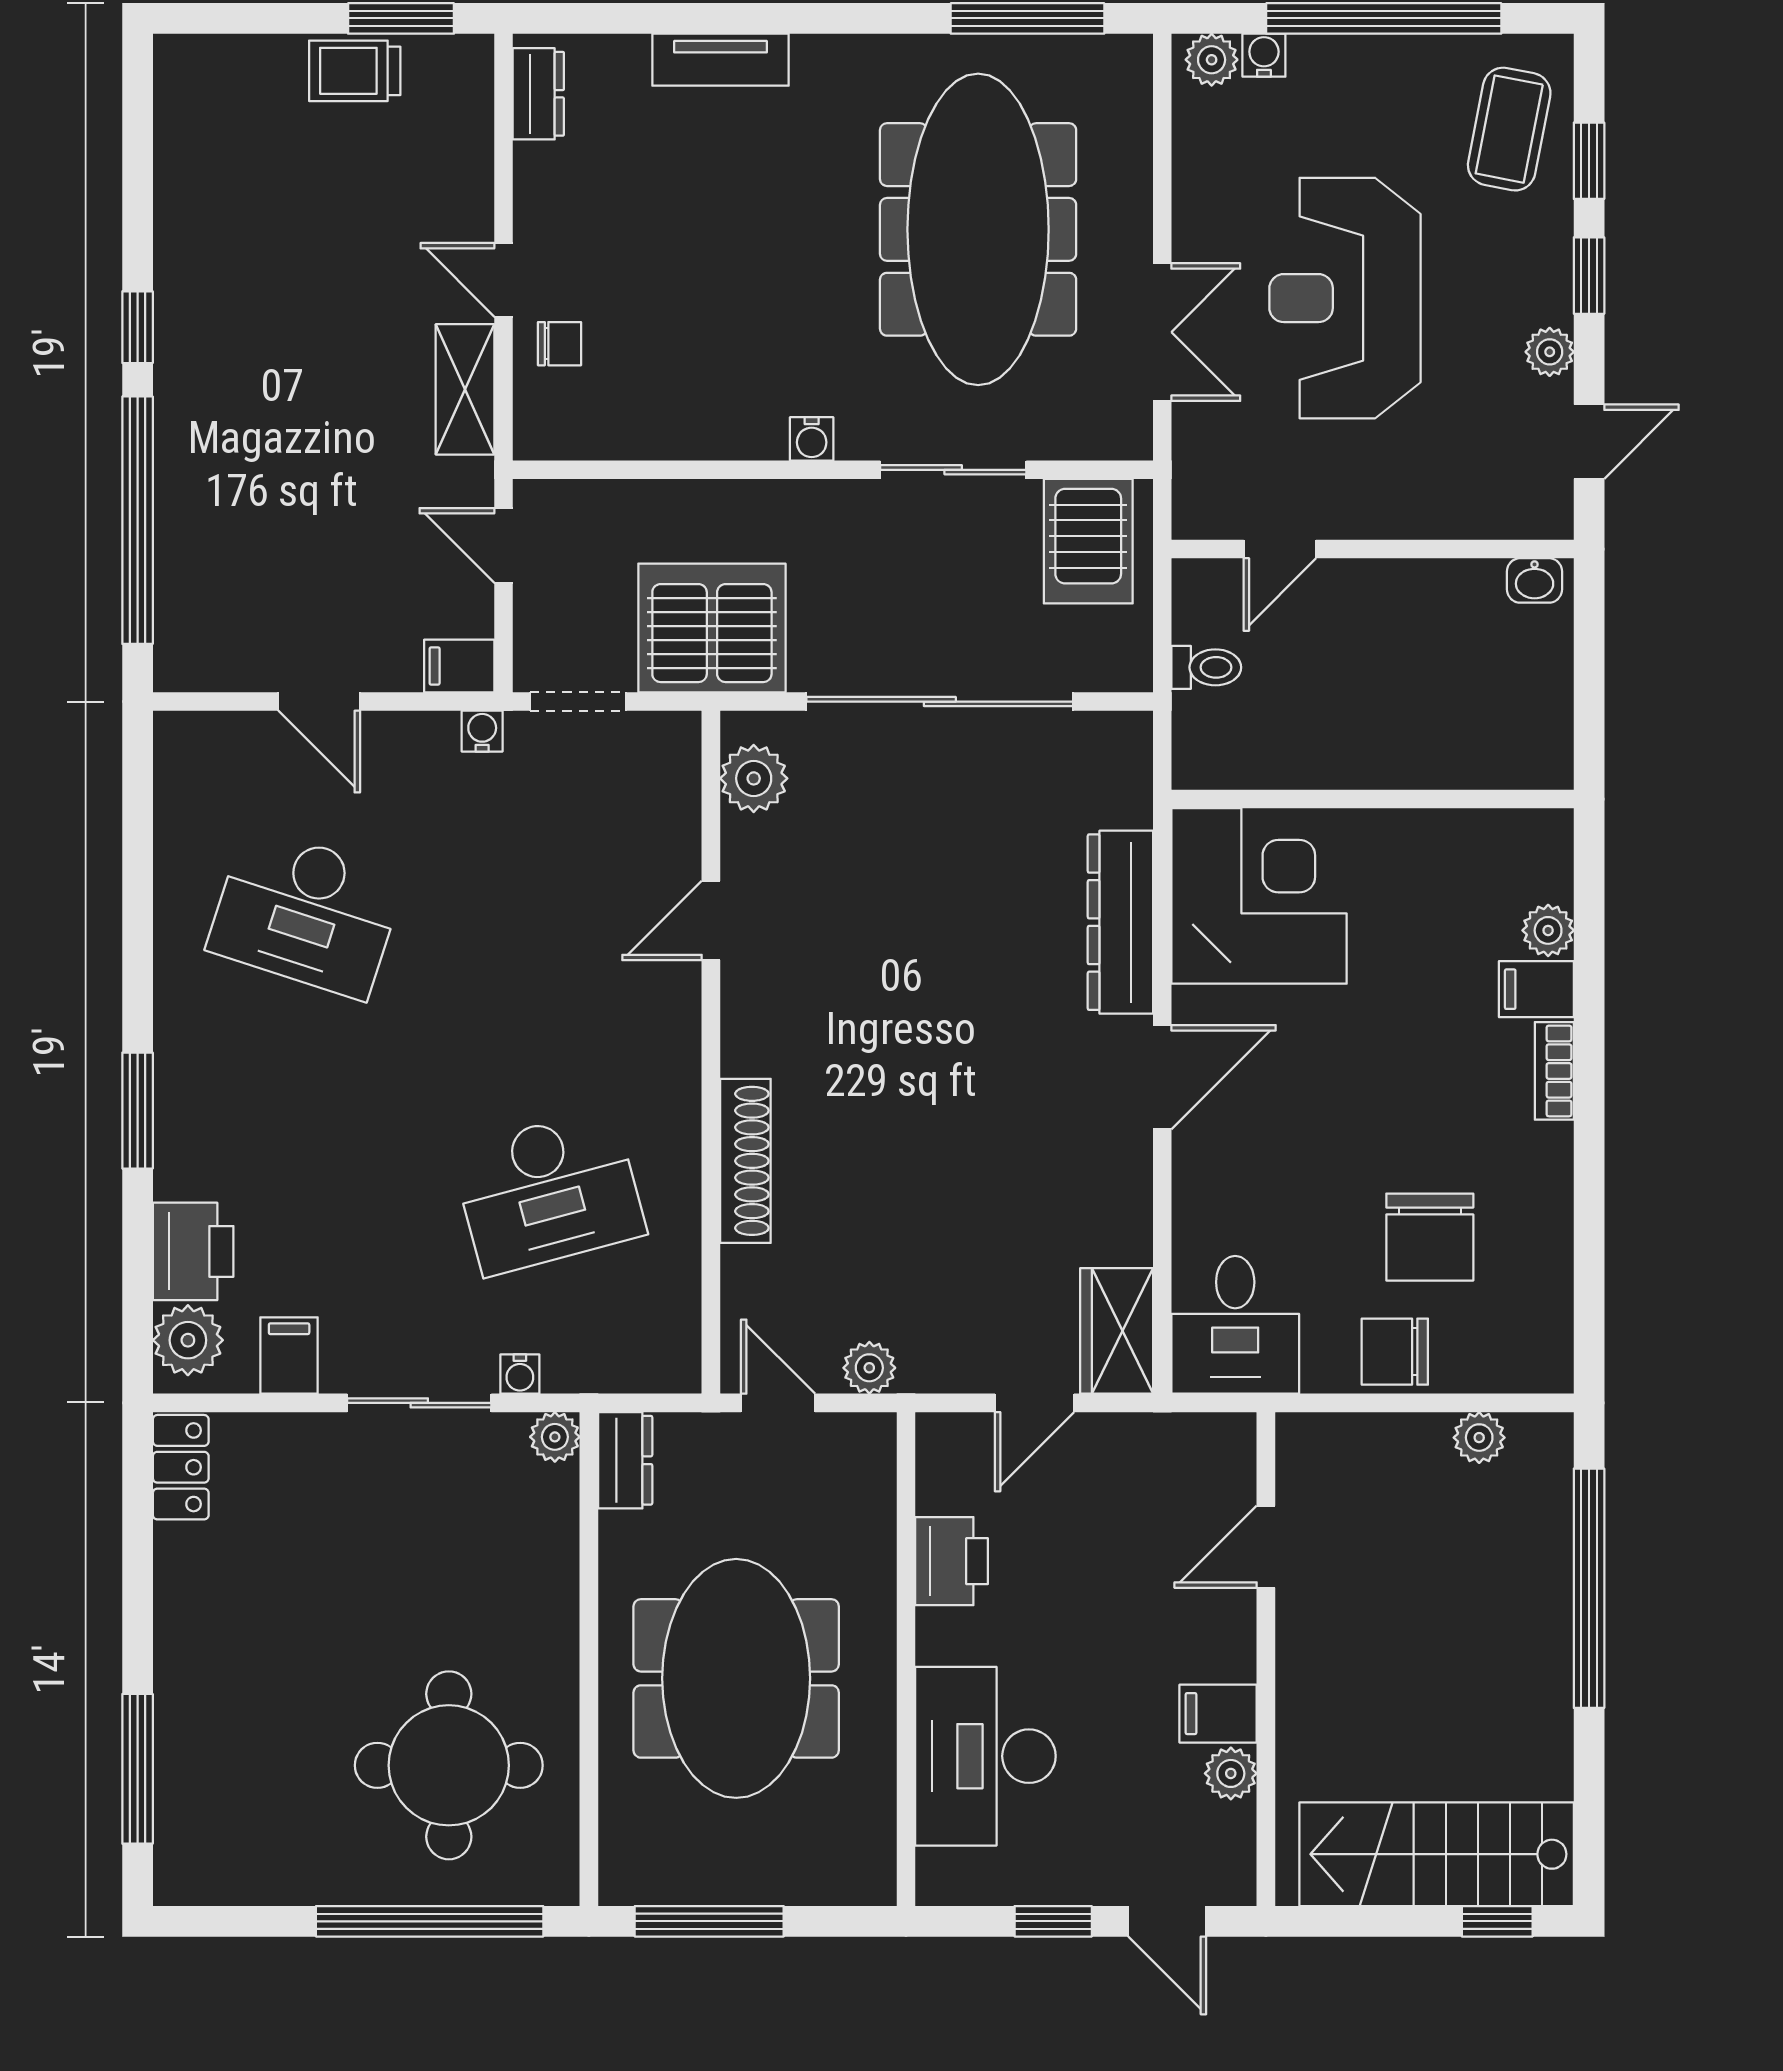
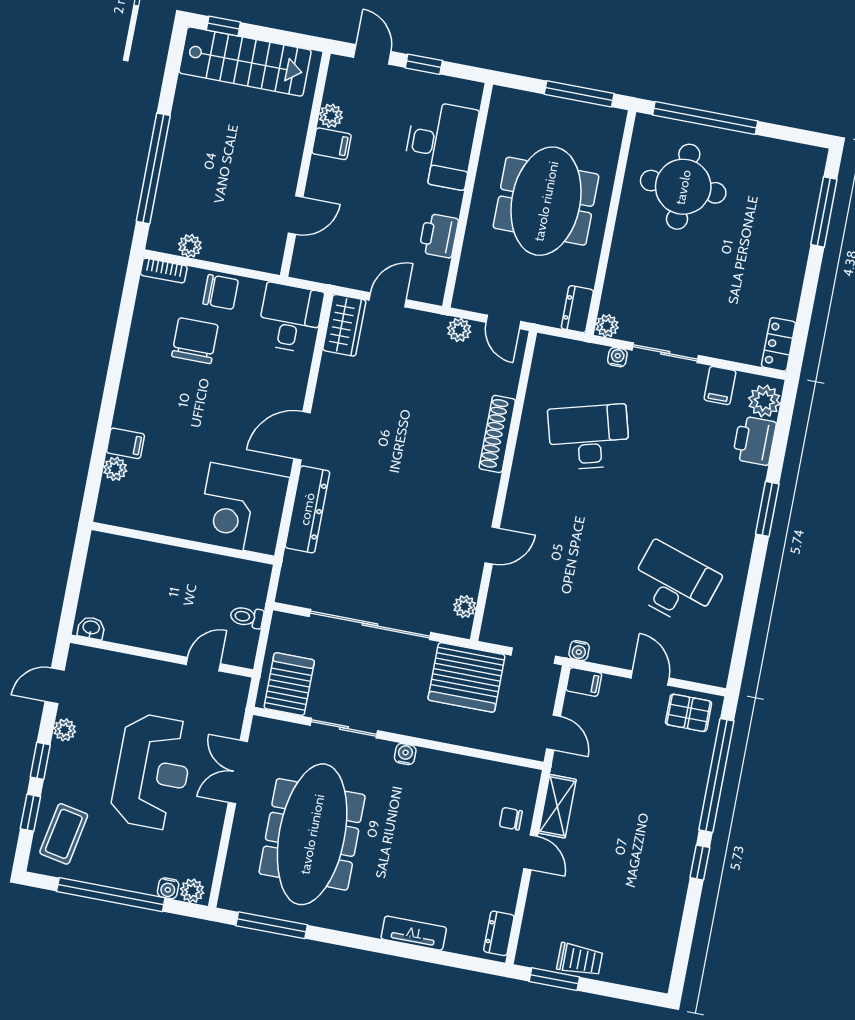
pallet: (223, 643) -> (689, 713), added
plant: (754, 778) -> (465, 607), width x0.73, depth x0.73
bookcase: (1554, 1071) -> (164, 271), moved, turned 90

